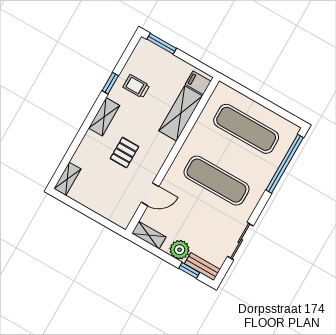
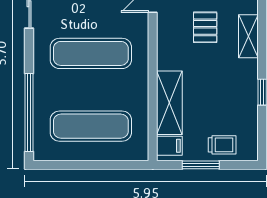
window: (162, 44) -> (201, 165), moved
trolley: (136, 86) -> (222, 145), moved
shelving: (104, 117) -> (248, 36), moved

